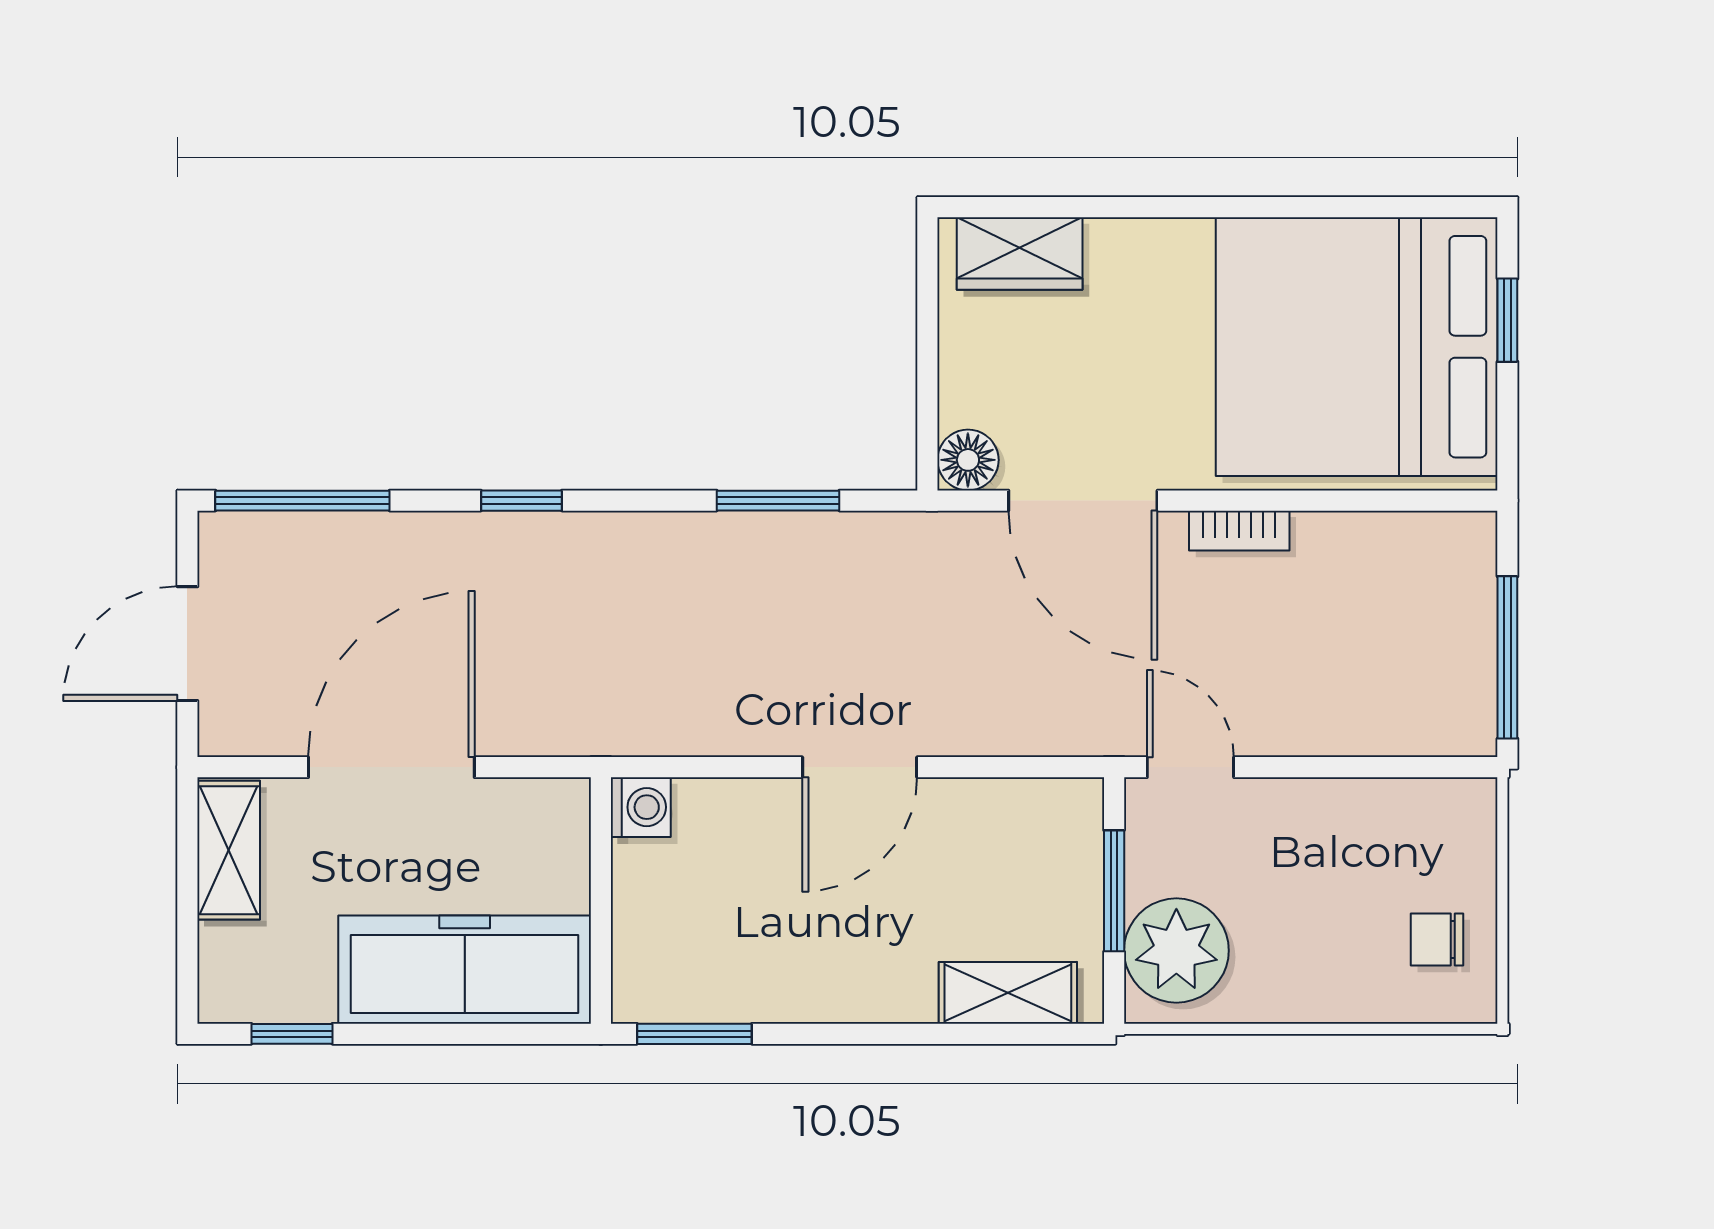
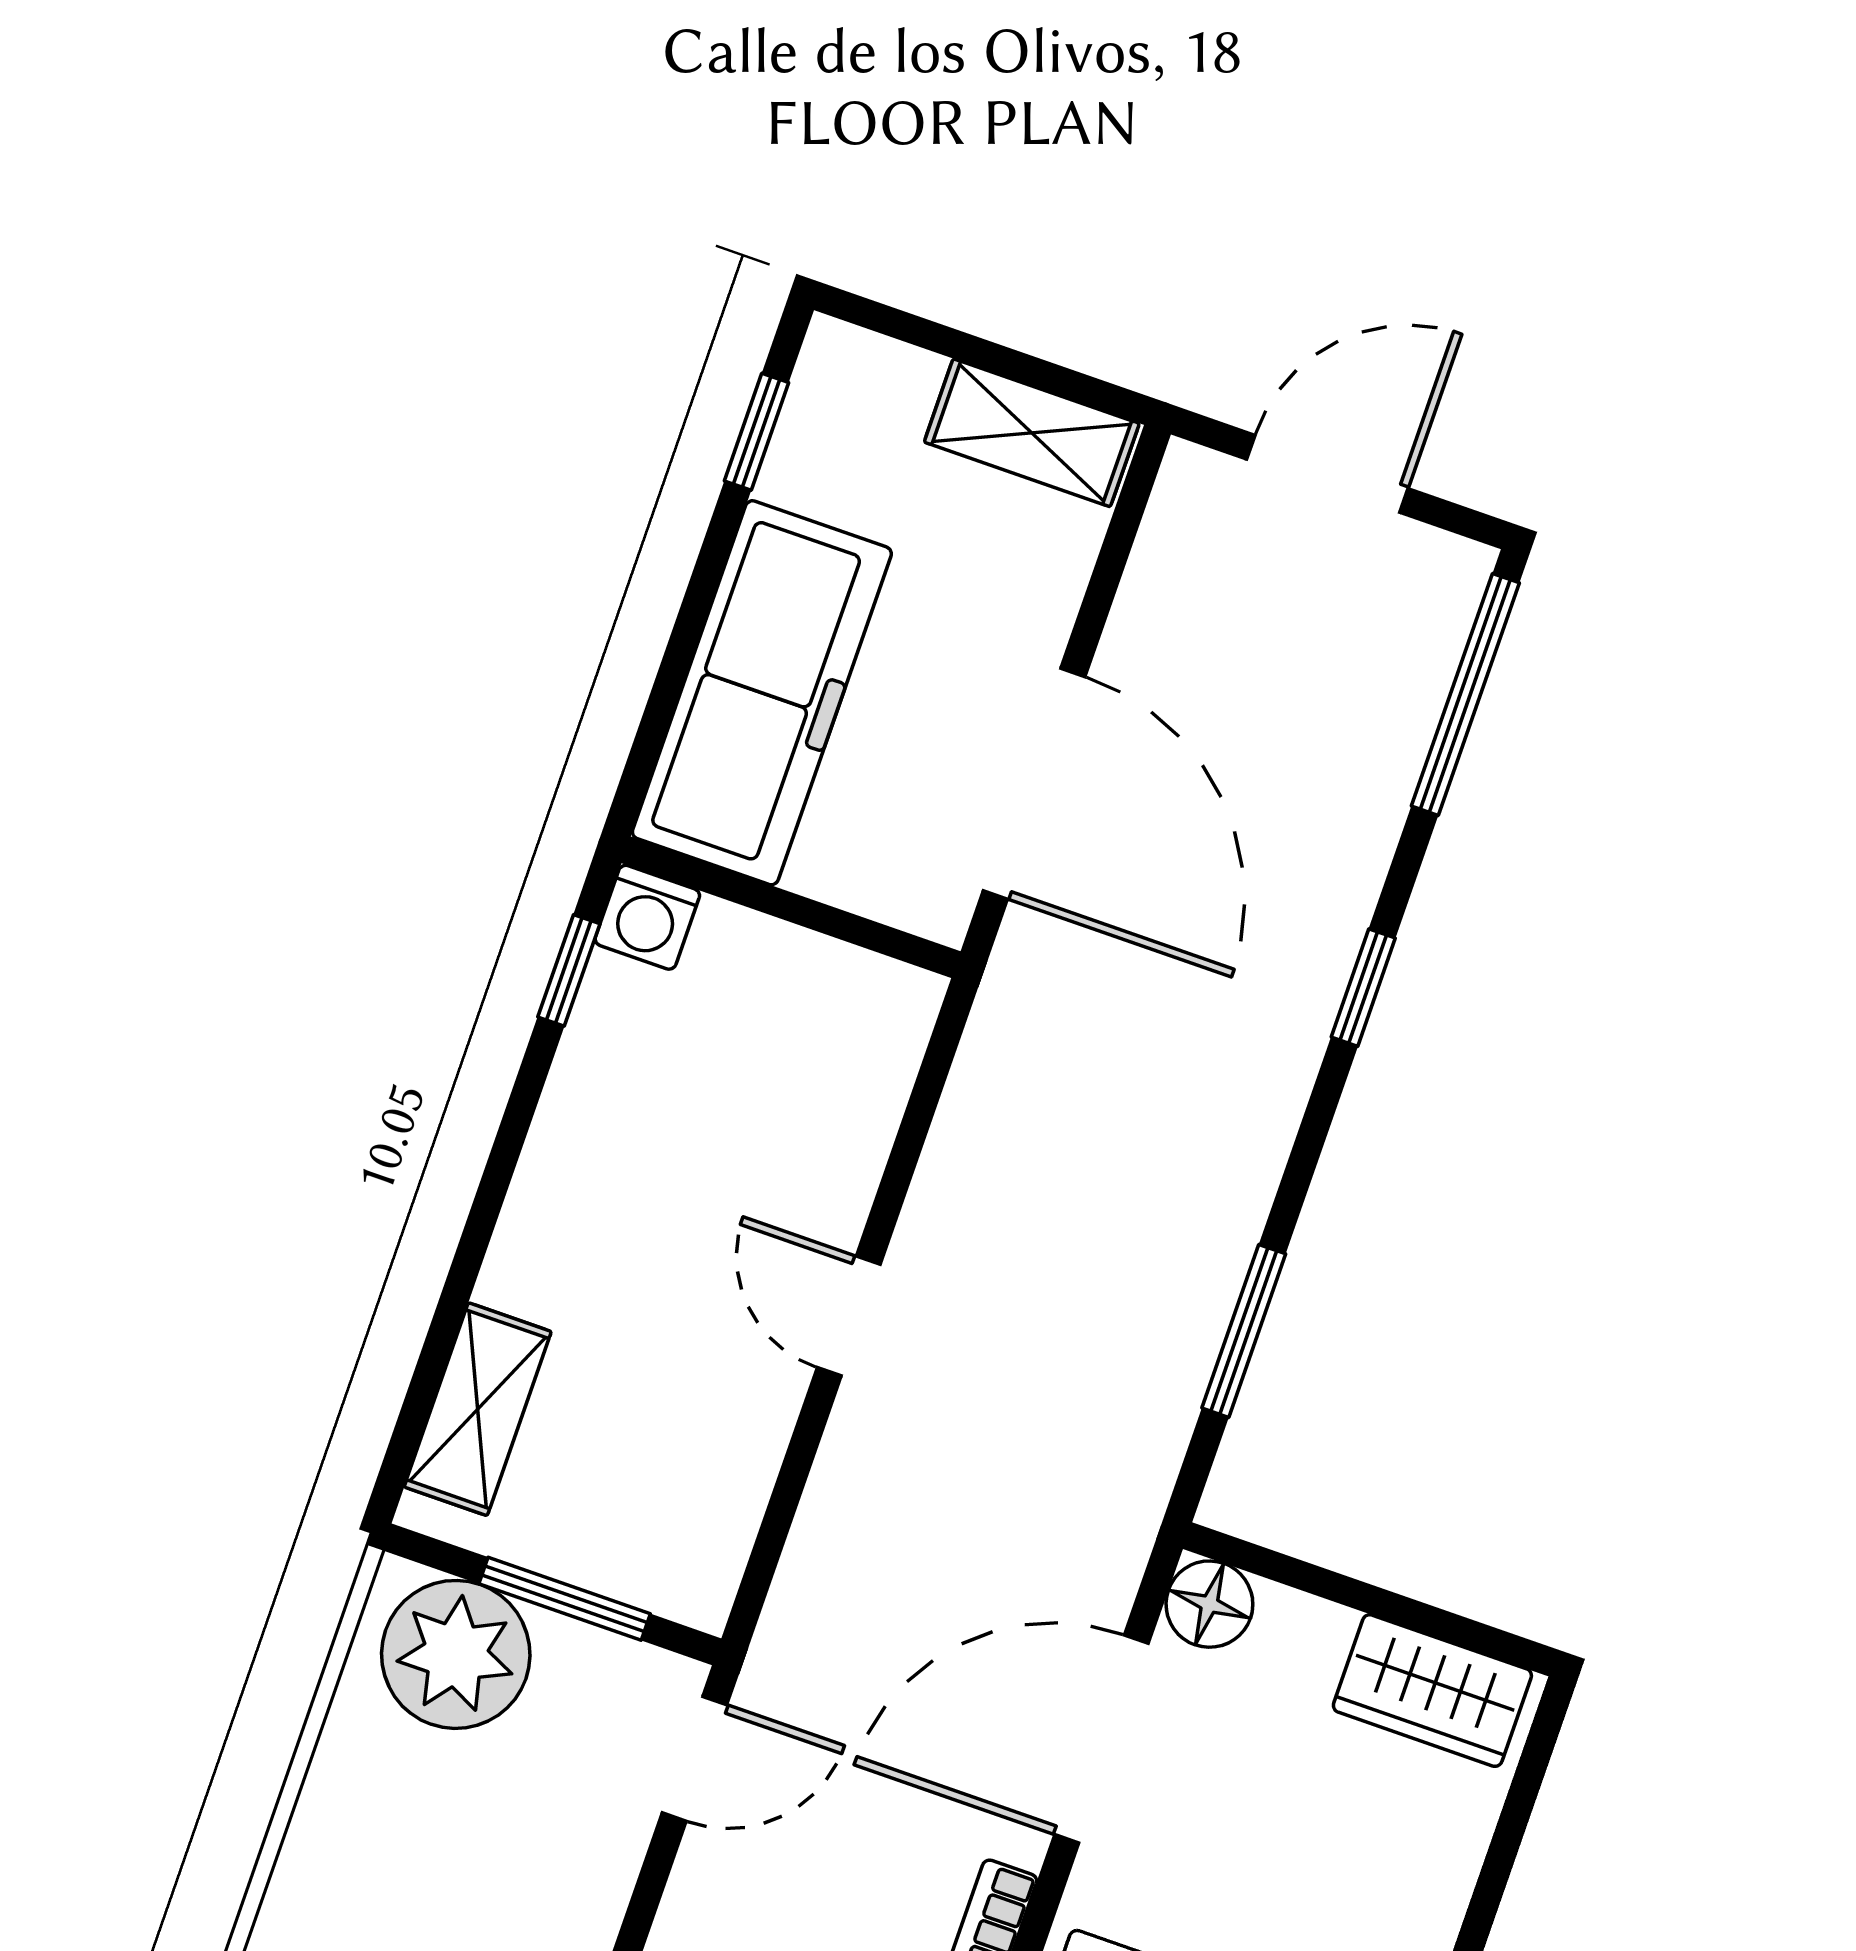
wardrobe: (1020, 254) -> (1432, 1691), moved, turned -90
door: (187, 644) -> (1327, 474), hinge flipped
door: (391, 767) -> (1034, 784), moved
door: (860, 767) -> (849, 1316), width x0.73
washing machine: (641, 807) -> (647, 917), moved
window: (694, 1034) -> (569, 970), width x0.67

